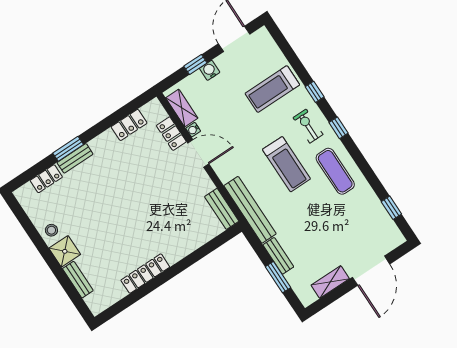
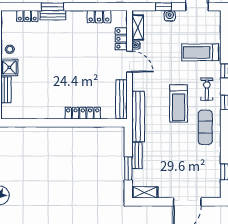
bench: (222, 209) -> (121, 99), width x1.36
locker: (145, 274) -> (83, 113), moved
shelving: (330, 282) -> (145, 192), moved

